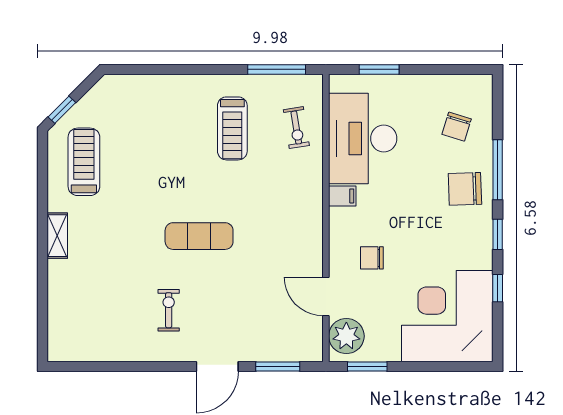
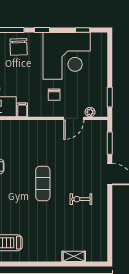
shelving: (57, 236) -> (74, 256), moved
window: (498, 288) -> (83, 30), moved
corner desk: (447, 316) -> (67, 56), moved, turned -90
plant: (346, 336) -> (90, 112), width x0.53, depth x0.53

